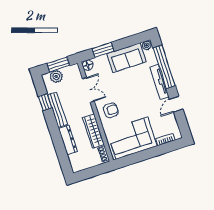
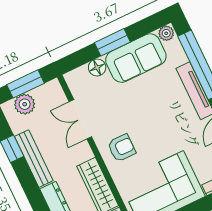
window: (103, 50) -> (112, 42), moved
floor lamp: (88, 65) -> (97, 68), moved
double door: (88, 90) -> (80, 119), swing flipped

